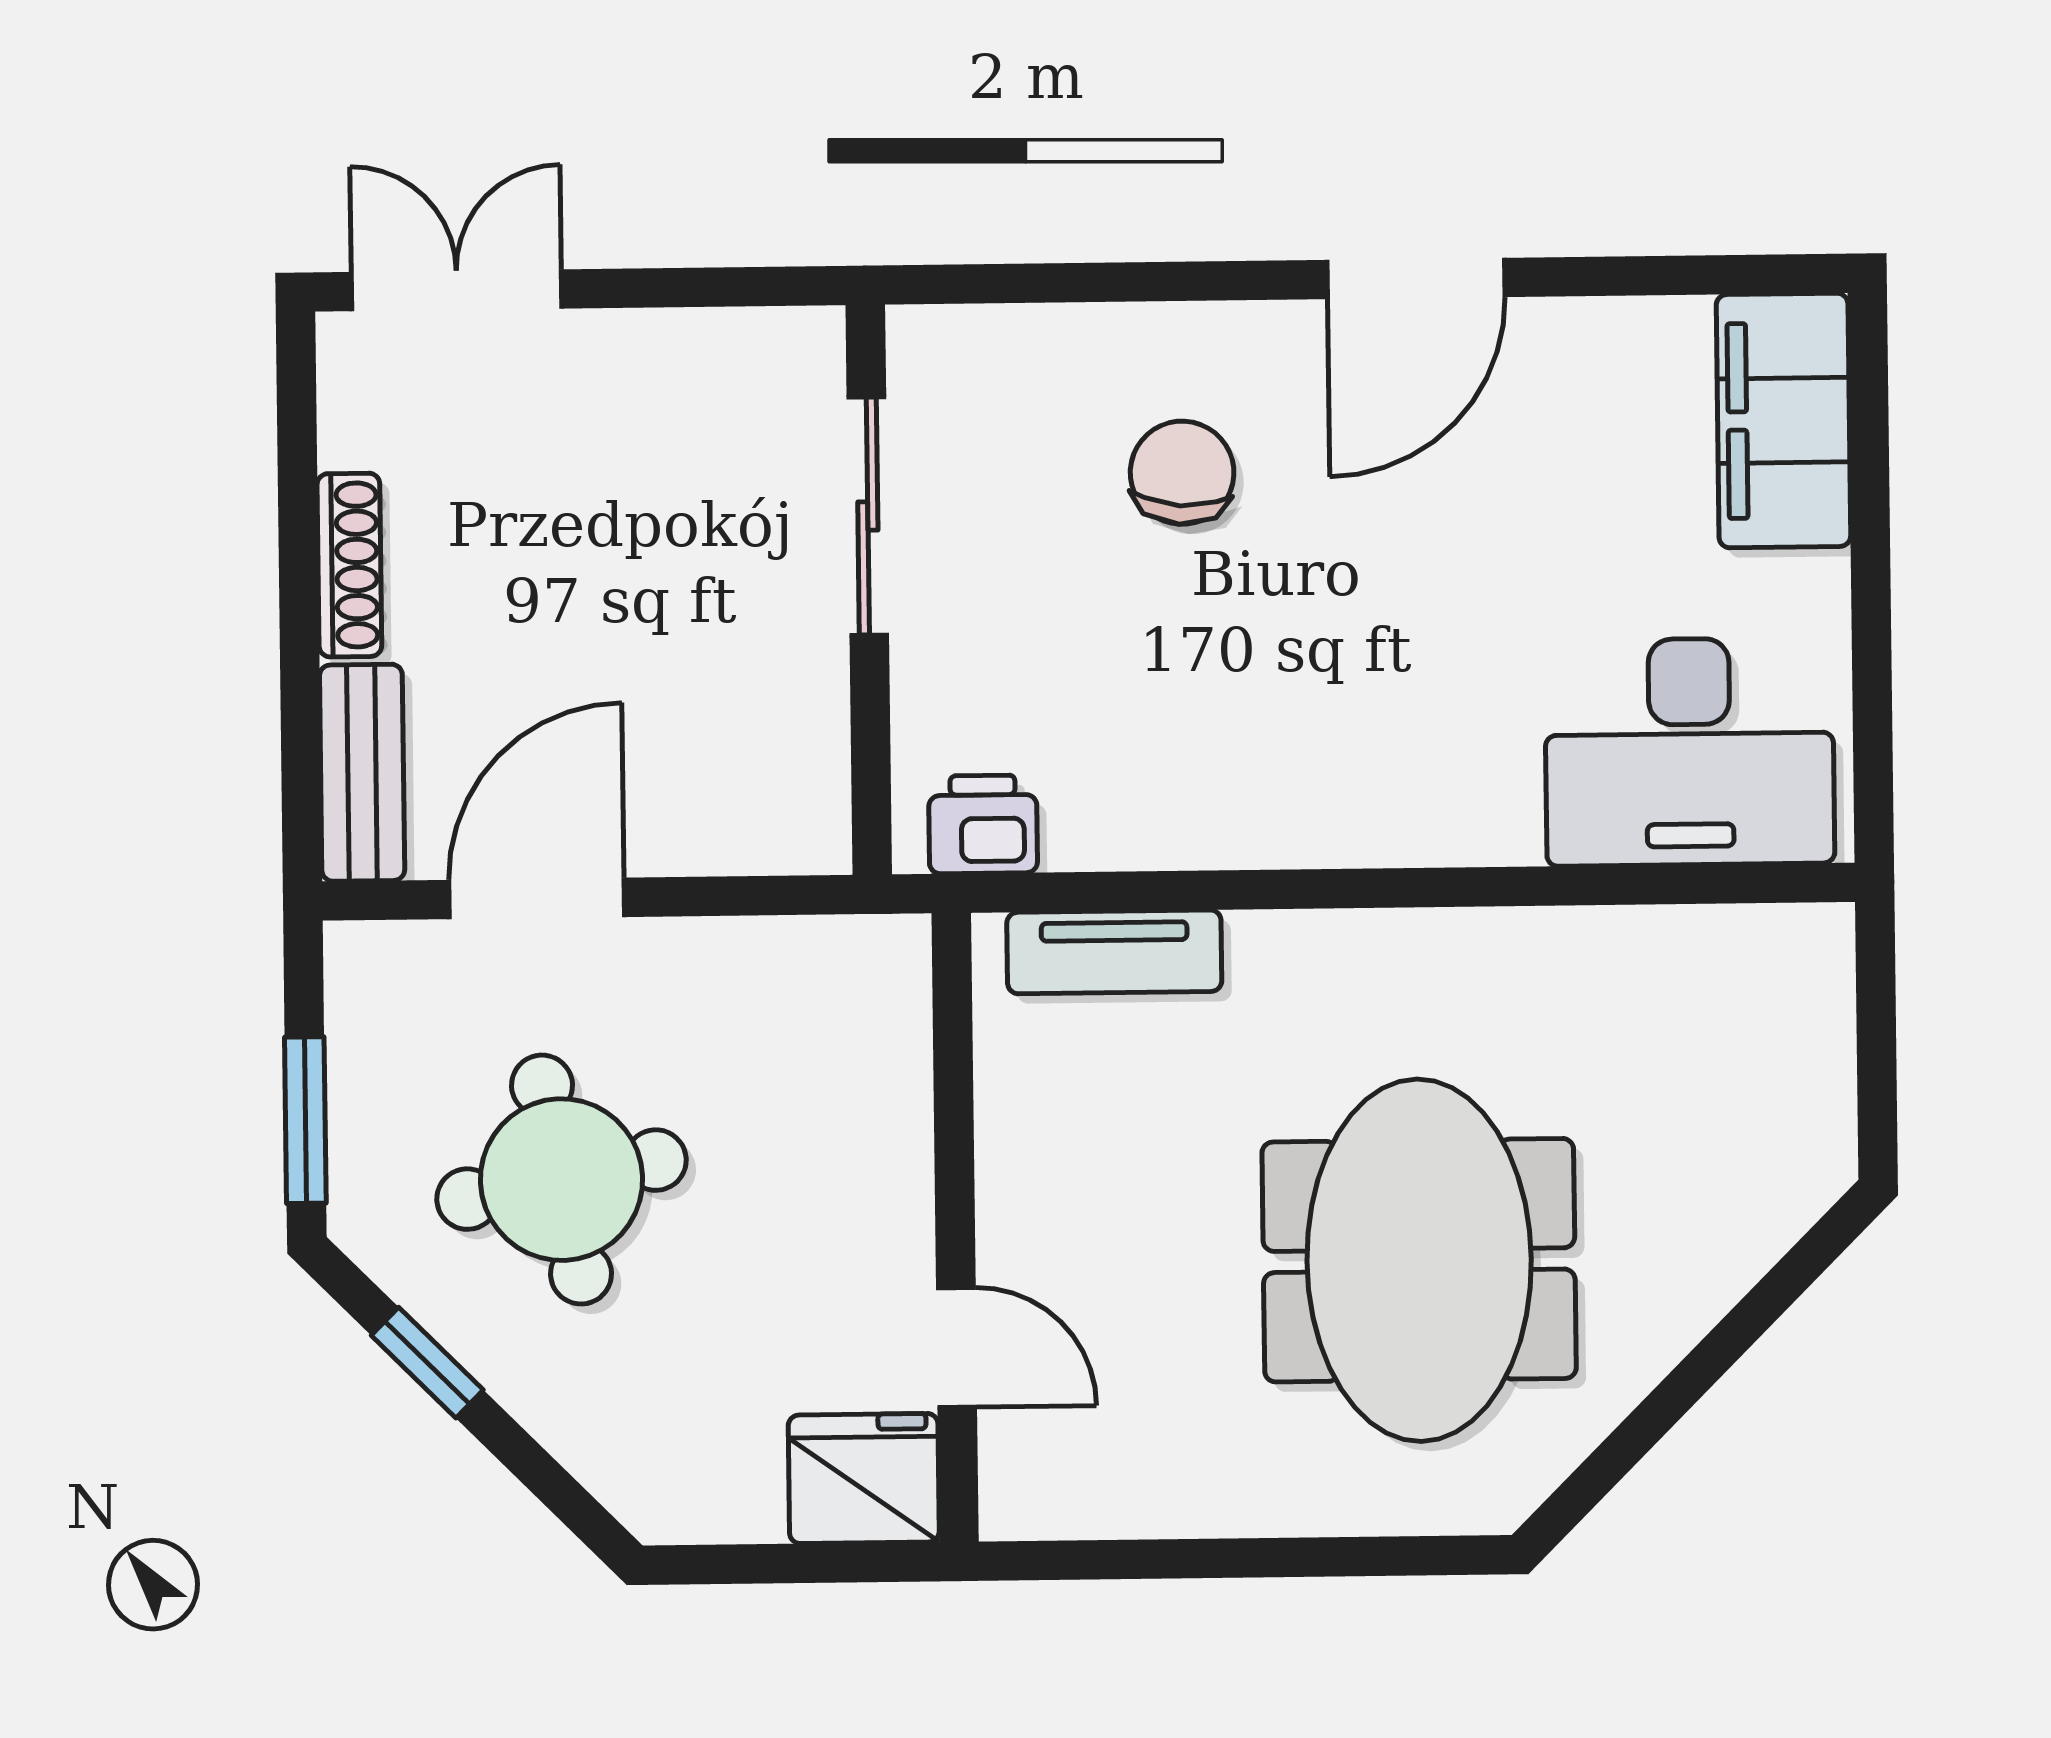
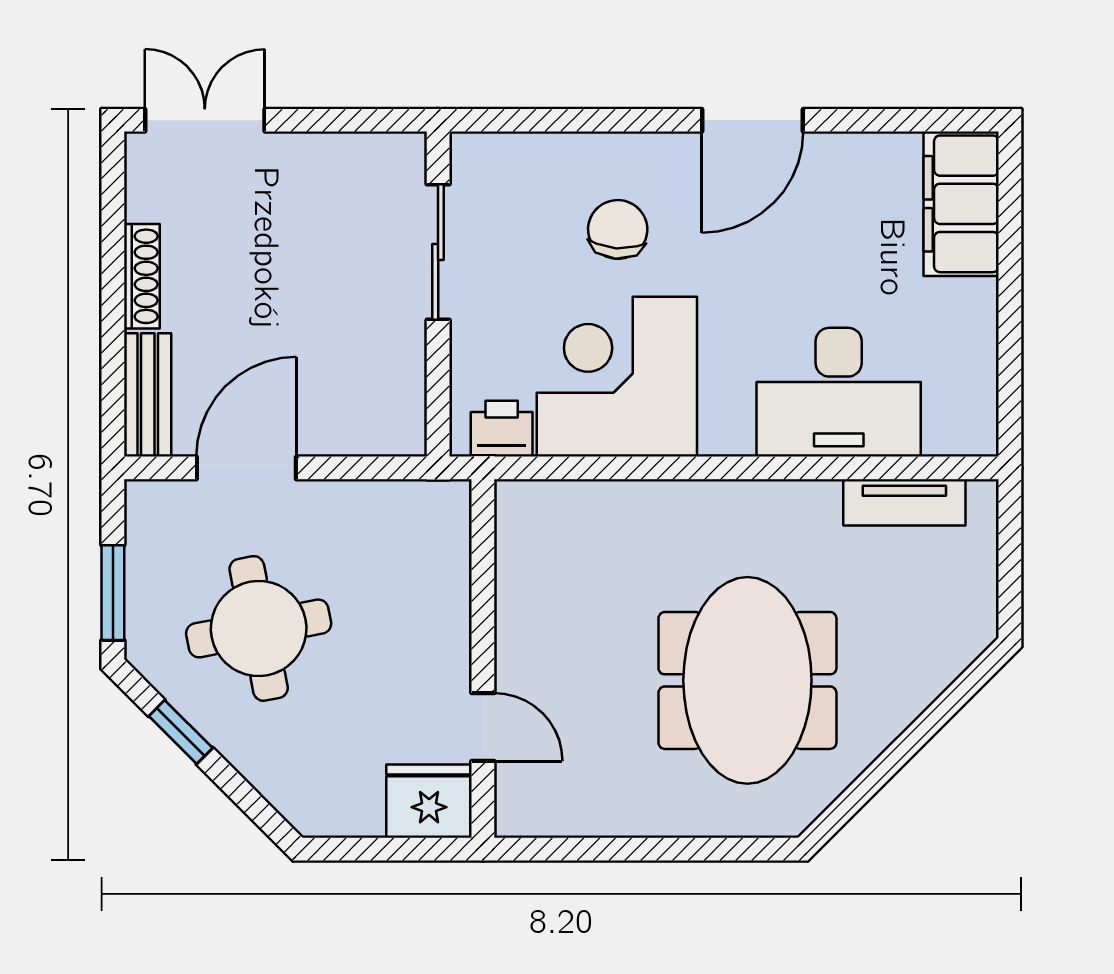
corner desk: (1184, 731) -> (617, 377), added
desk: (1690, 752) -> (839, 392), moved
tv unit: (1114, 952) -> (904, 502), moved

